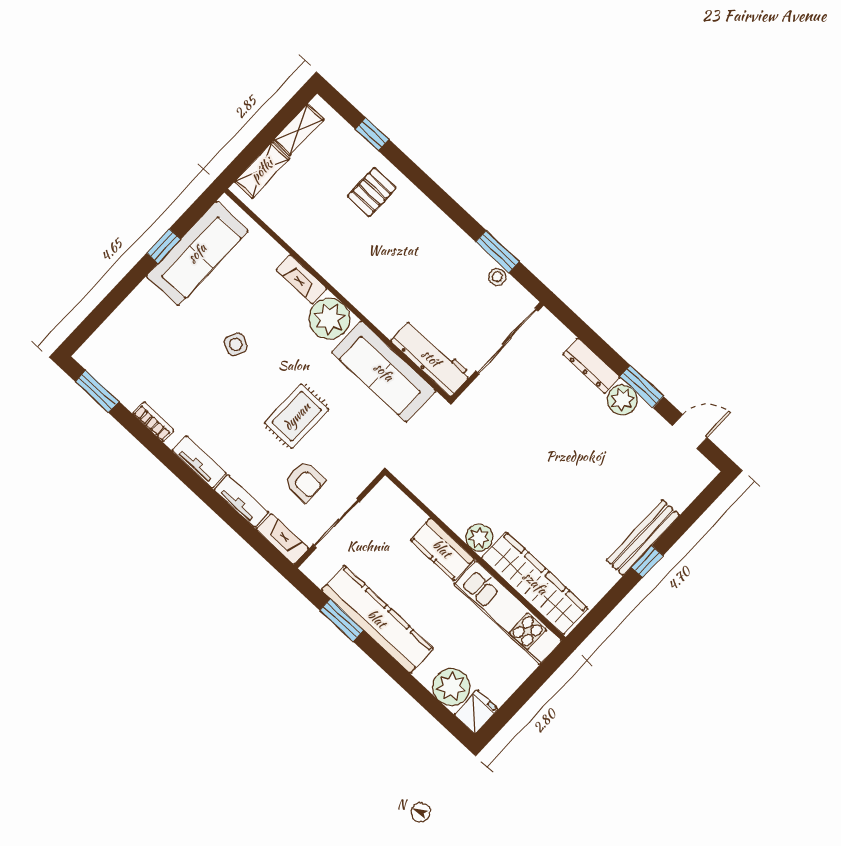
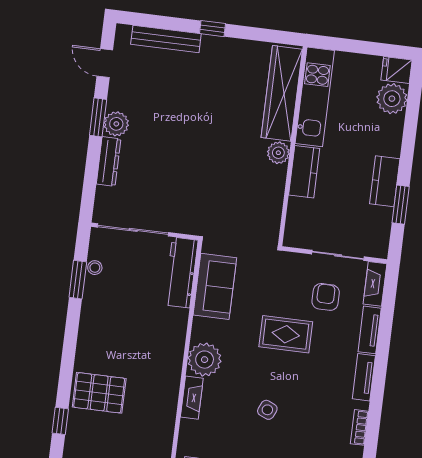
pallet: (372, 192) -> (99, 393), width x1.50, depth x1.42
sofa: (384, 372) -> (215, 286), width x0.73
bench: (643, 538) -> (166, 39), moved
kitchen counter: (377, 619) -> (385, 181), width x0.48, depth x0.86

